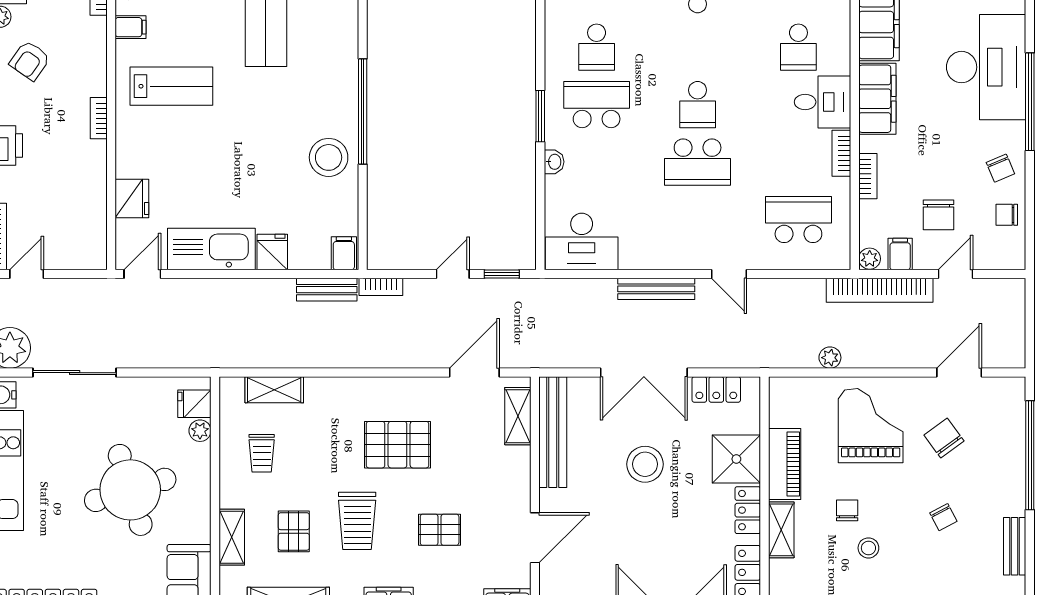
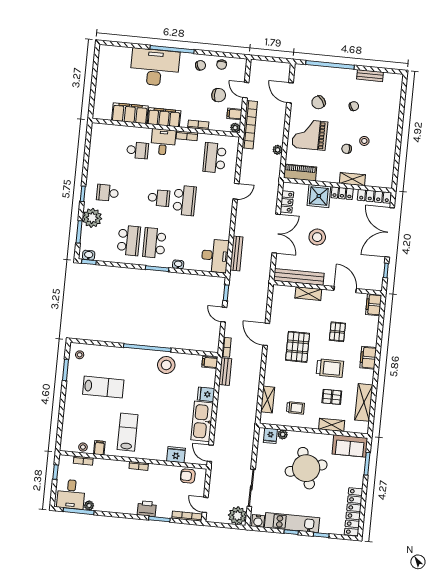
school desk: (597, 47) -> (129, 240), width x1.85
armchair: (30, 61) -> (188, 476), moved, turned 145
bench: (656, 289) -> (236, 253), moved
door: (474, 373) -> (266, 334), moved
shelving: (518, 416) -> (308, 294), moved
piano: (785, 464) -> (300, 172), moved

